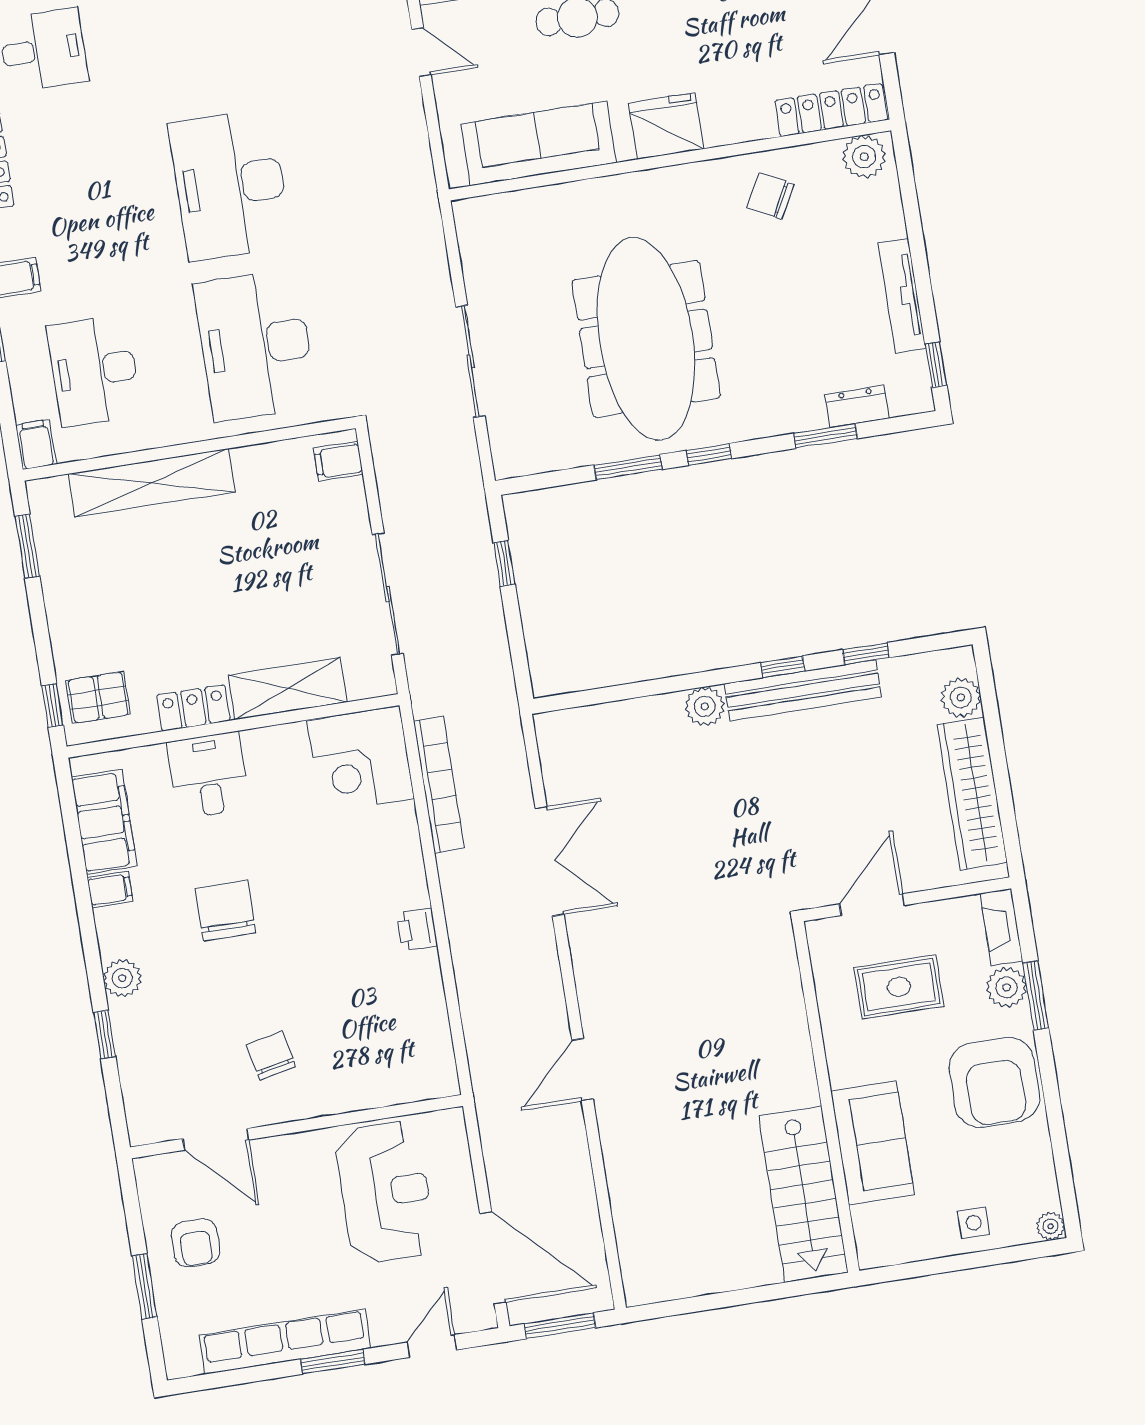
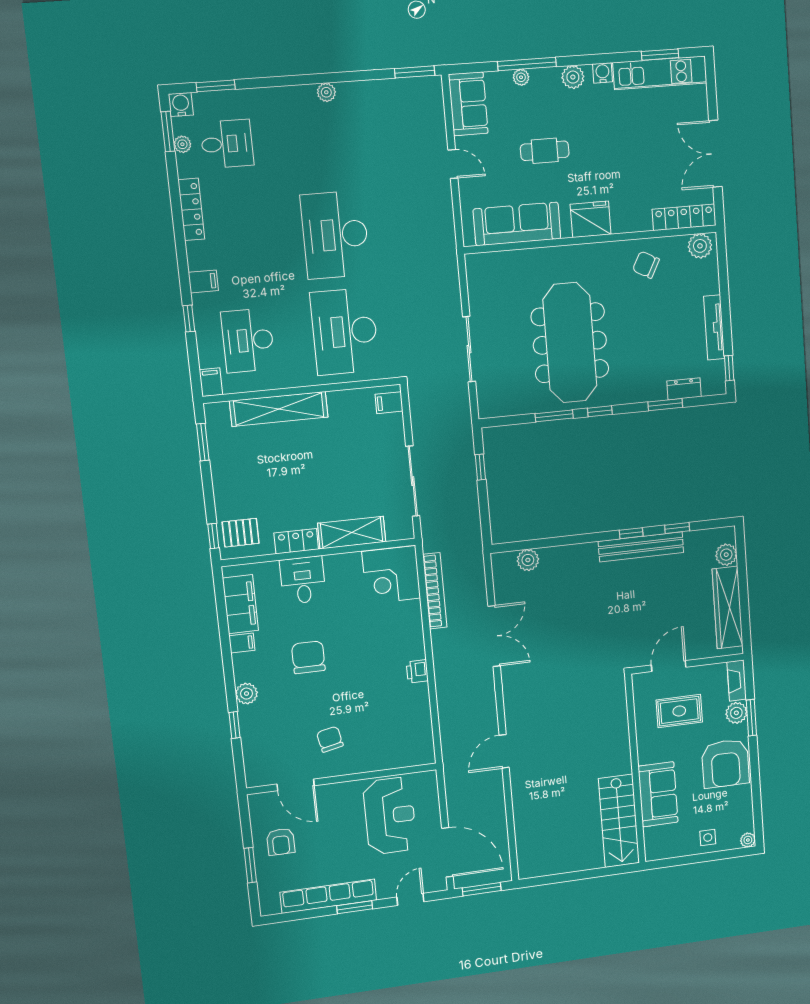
plant: (705, 706) -> (528, 560), moved

